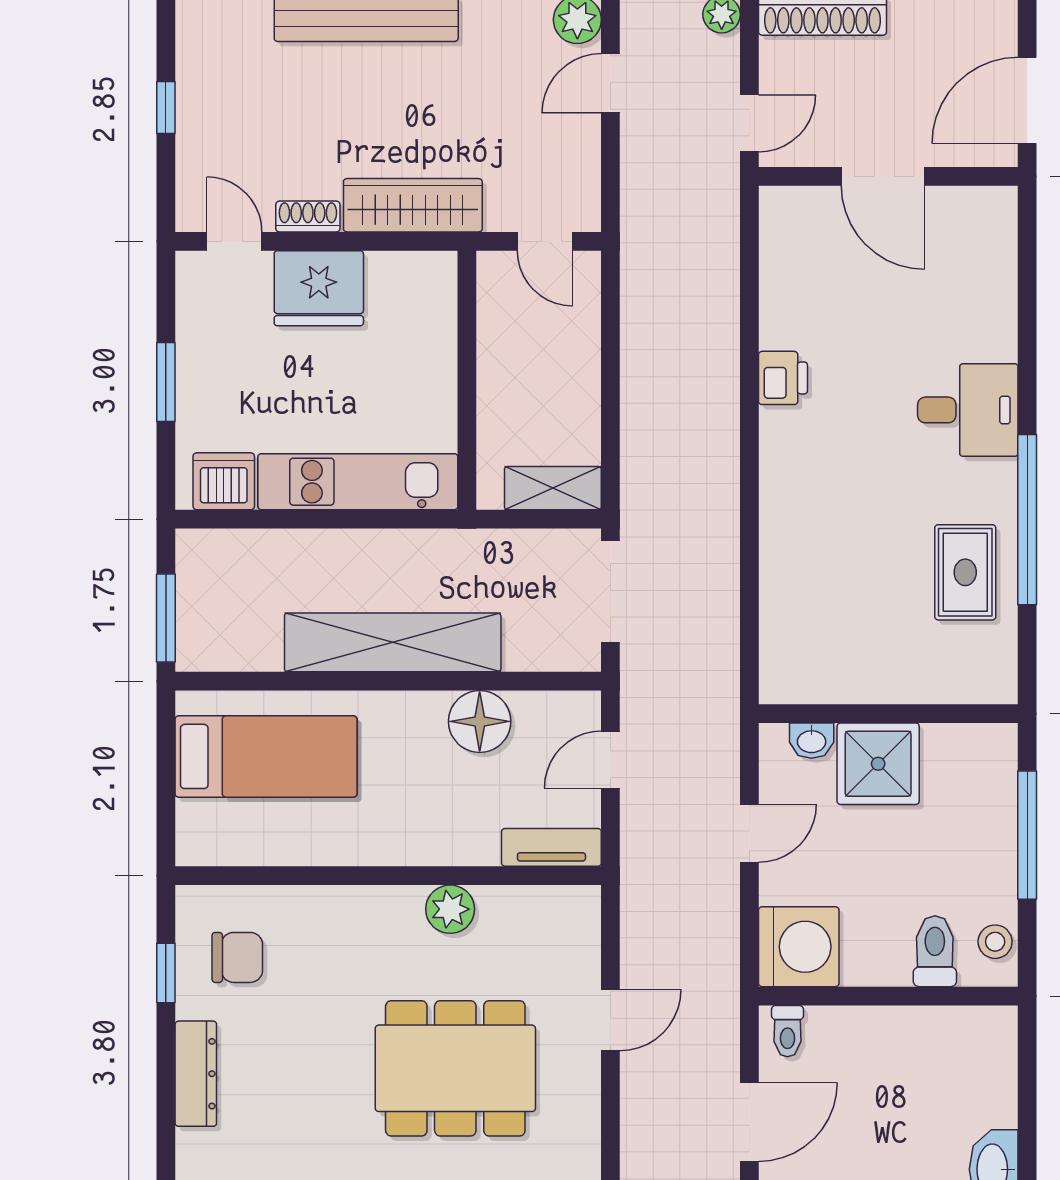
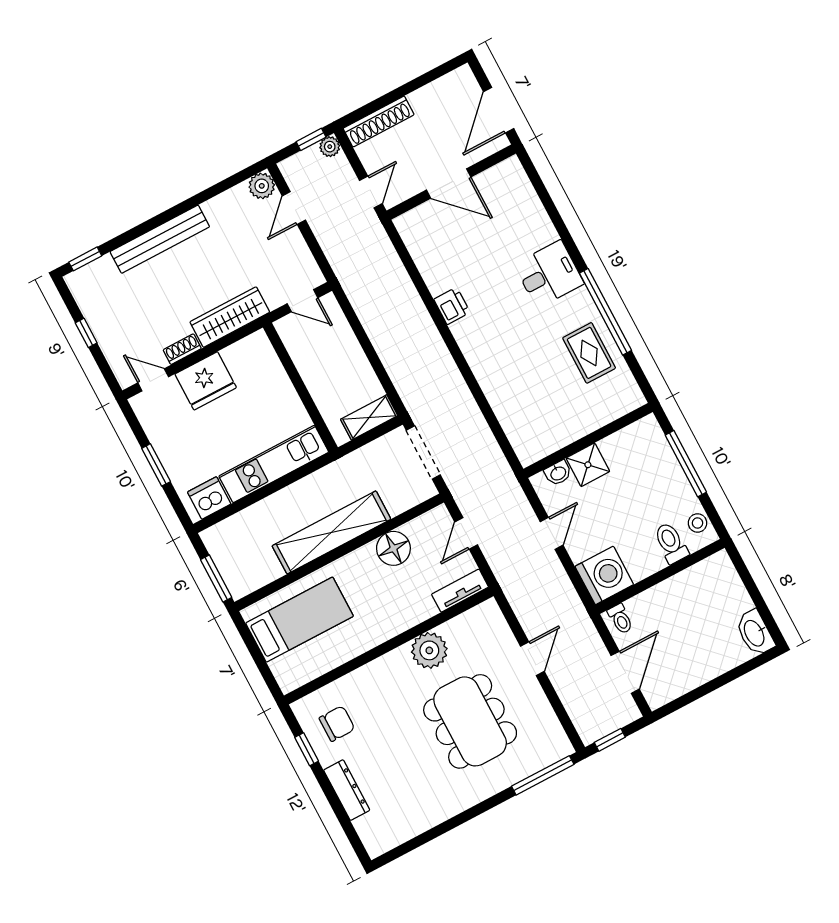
shower: (878, 764) -> (588, 465), width x0.73, depth x0.73
plant: (450, 909) -> (429, 650), width x1.36, depth x1.36
dining table: (455, 1068) -> (470, 721), turned 90

